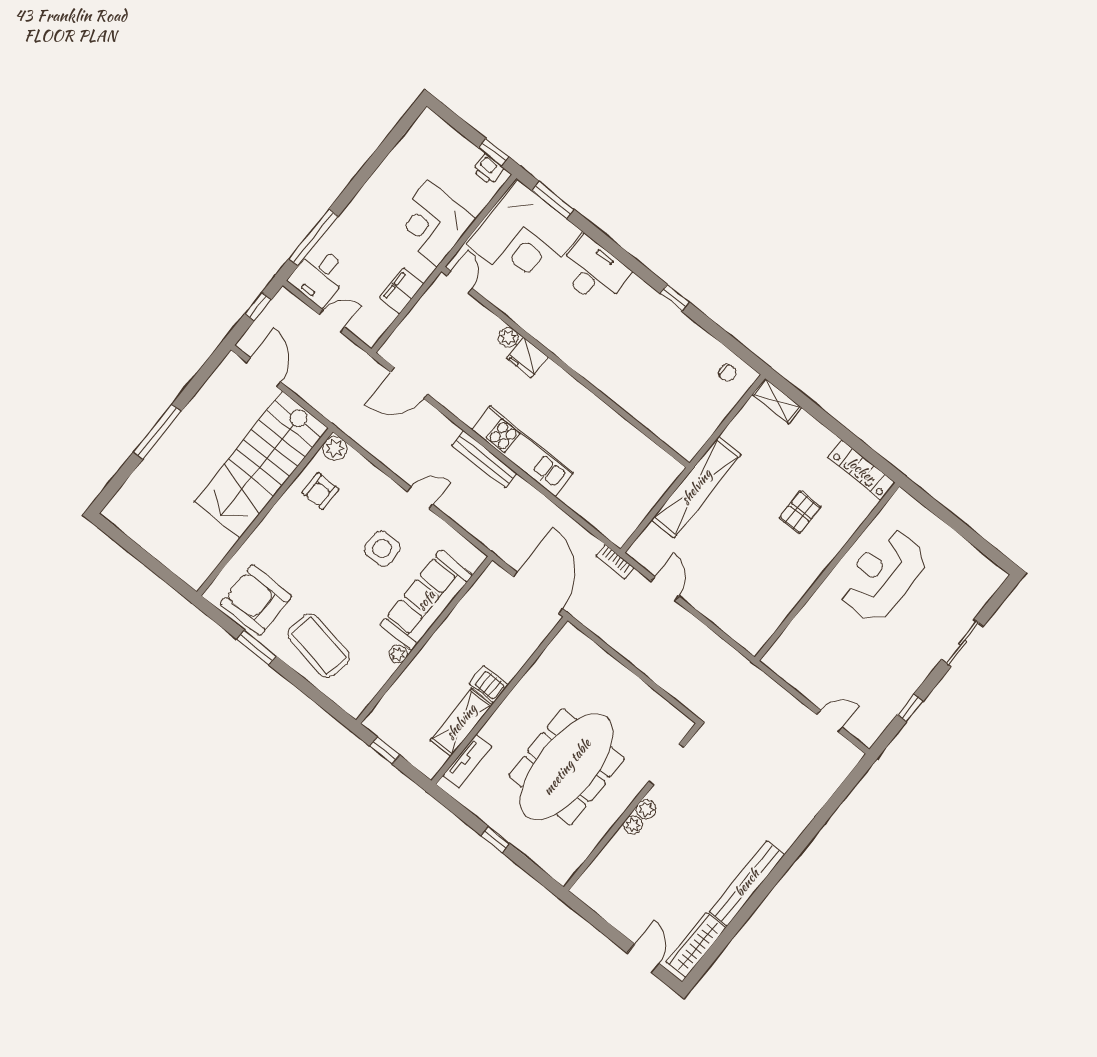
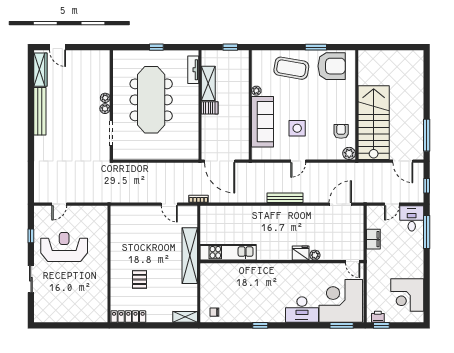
corner desk: (432, 223) -> (407, 295), moved, turned 180
window: (157, 432) -> (427, 135), moved
kitchen unit: (522, 451) -> (228, 252), moved, turned 180
reception desk: (883, 575) -> (64, 247), moved, turned -90

